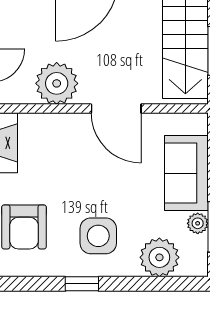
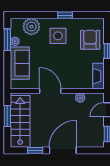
plant: (57, 83) -> (80, 98), width x0.53, depth x0.53

